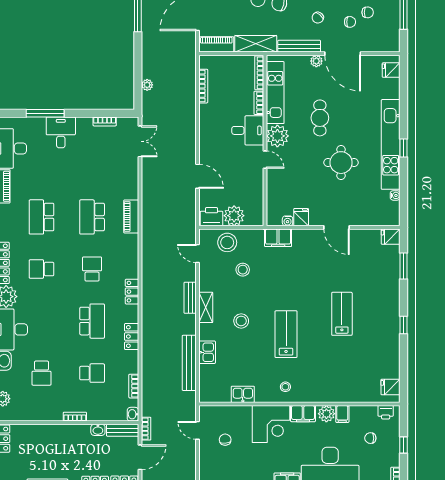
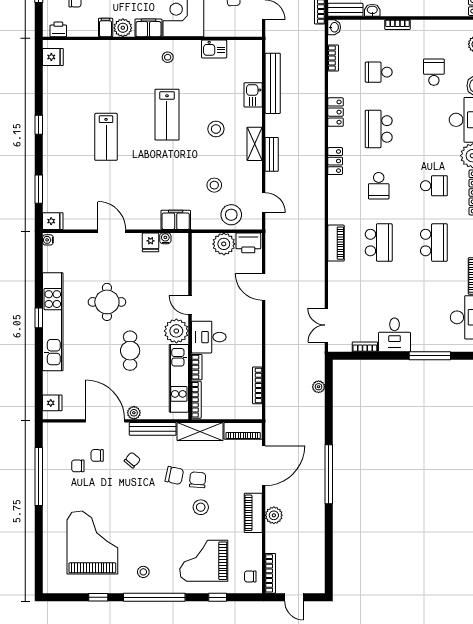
desk: (61, 132) -> (395, 335), moved
water cooler: (395, 195) -> (48, 240), moved

